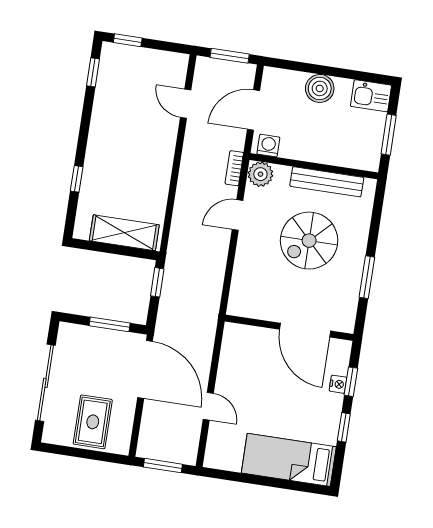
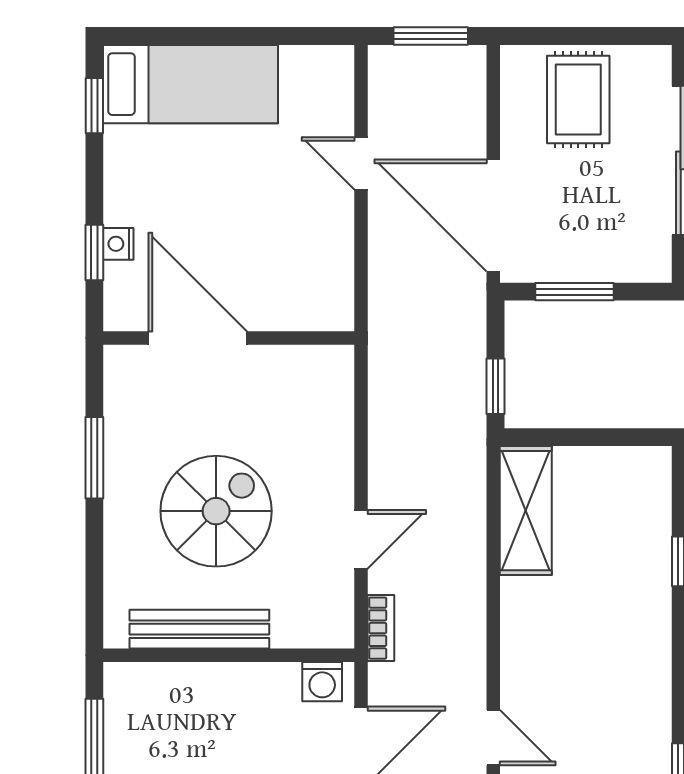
plant: (260, 174) -> (329, 624), removed
shelving: (124, 233) -> (526, 511), moved, turned 90
window: (344, 427) -> (94, 106), moved

